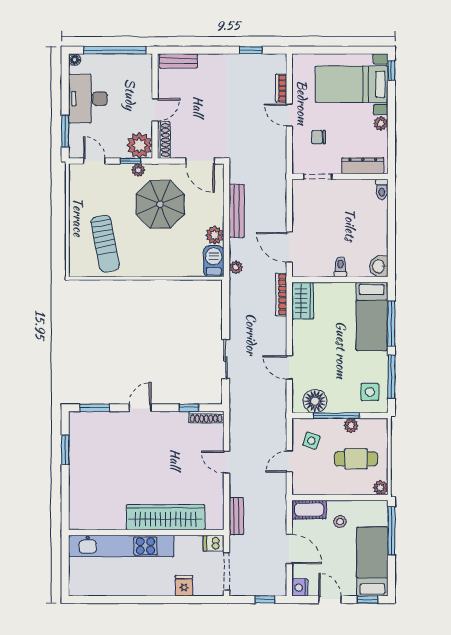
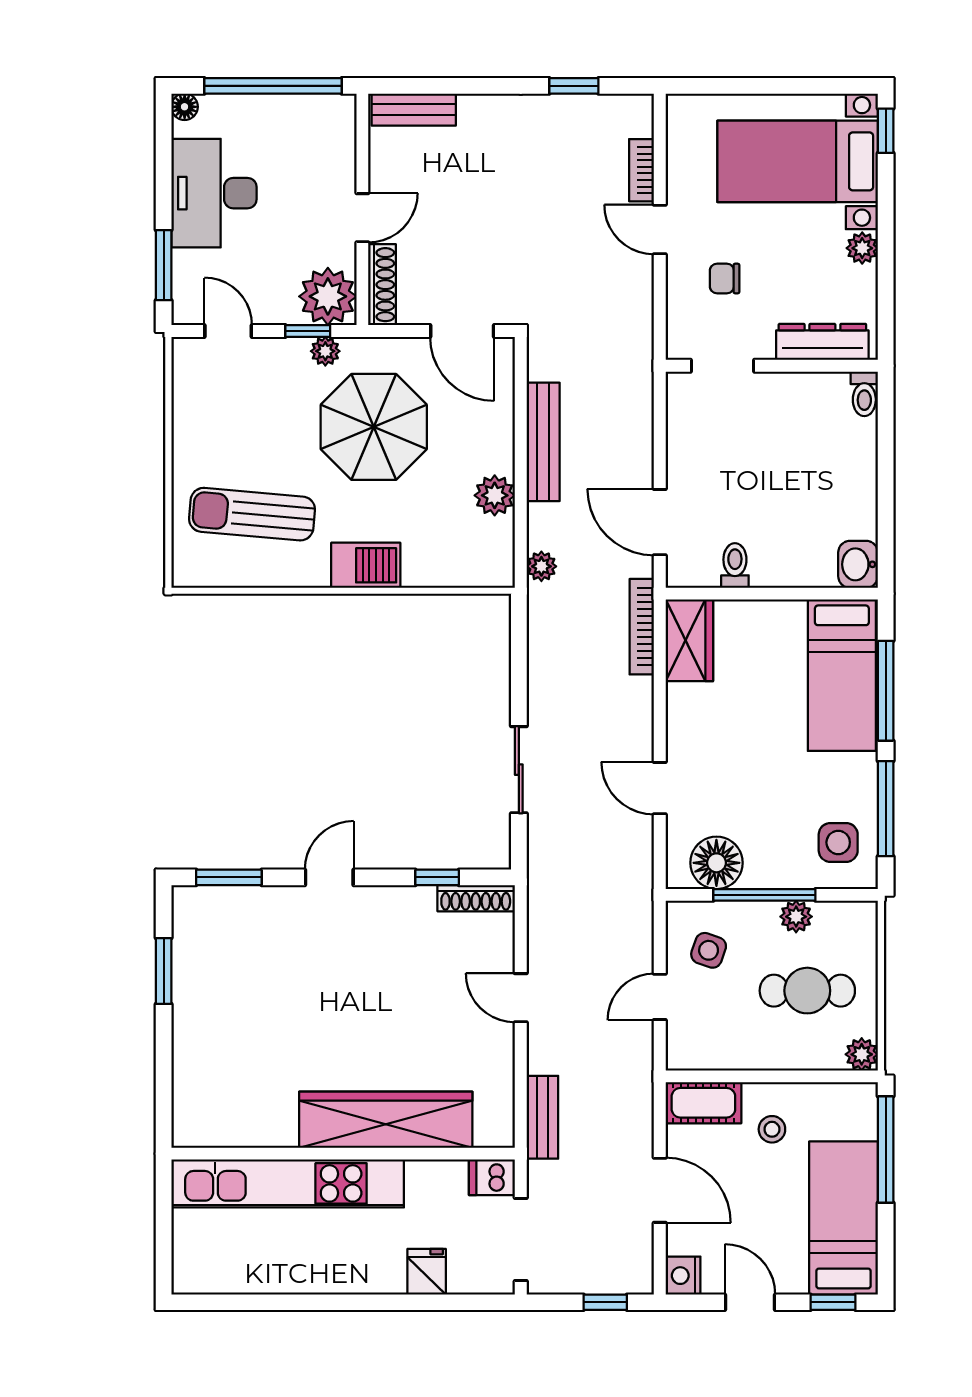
sun lounger: (105, 244) -> (252, 514), turned 106
barbecue: (214, 261) -> (366, 565), moved, turned 90
toilet: (340, 267) -> (735, 565), moved

